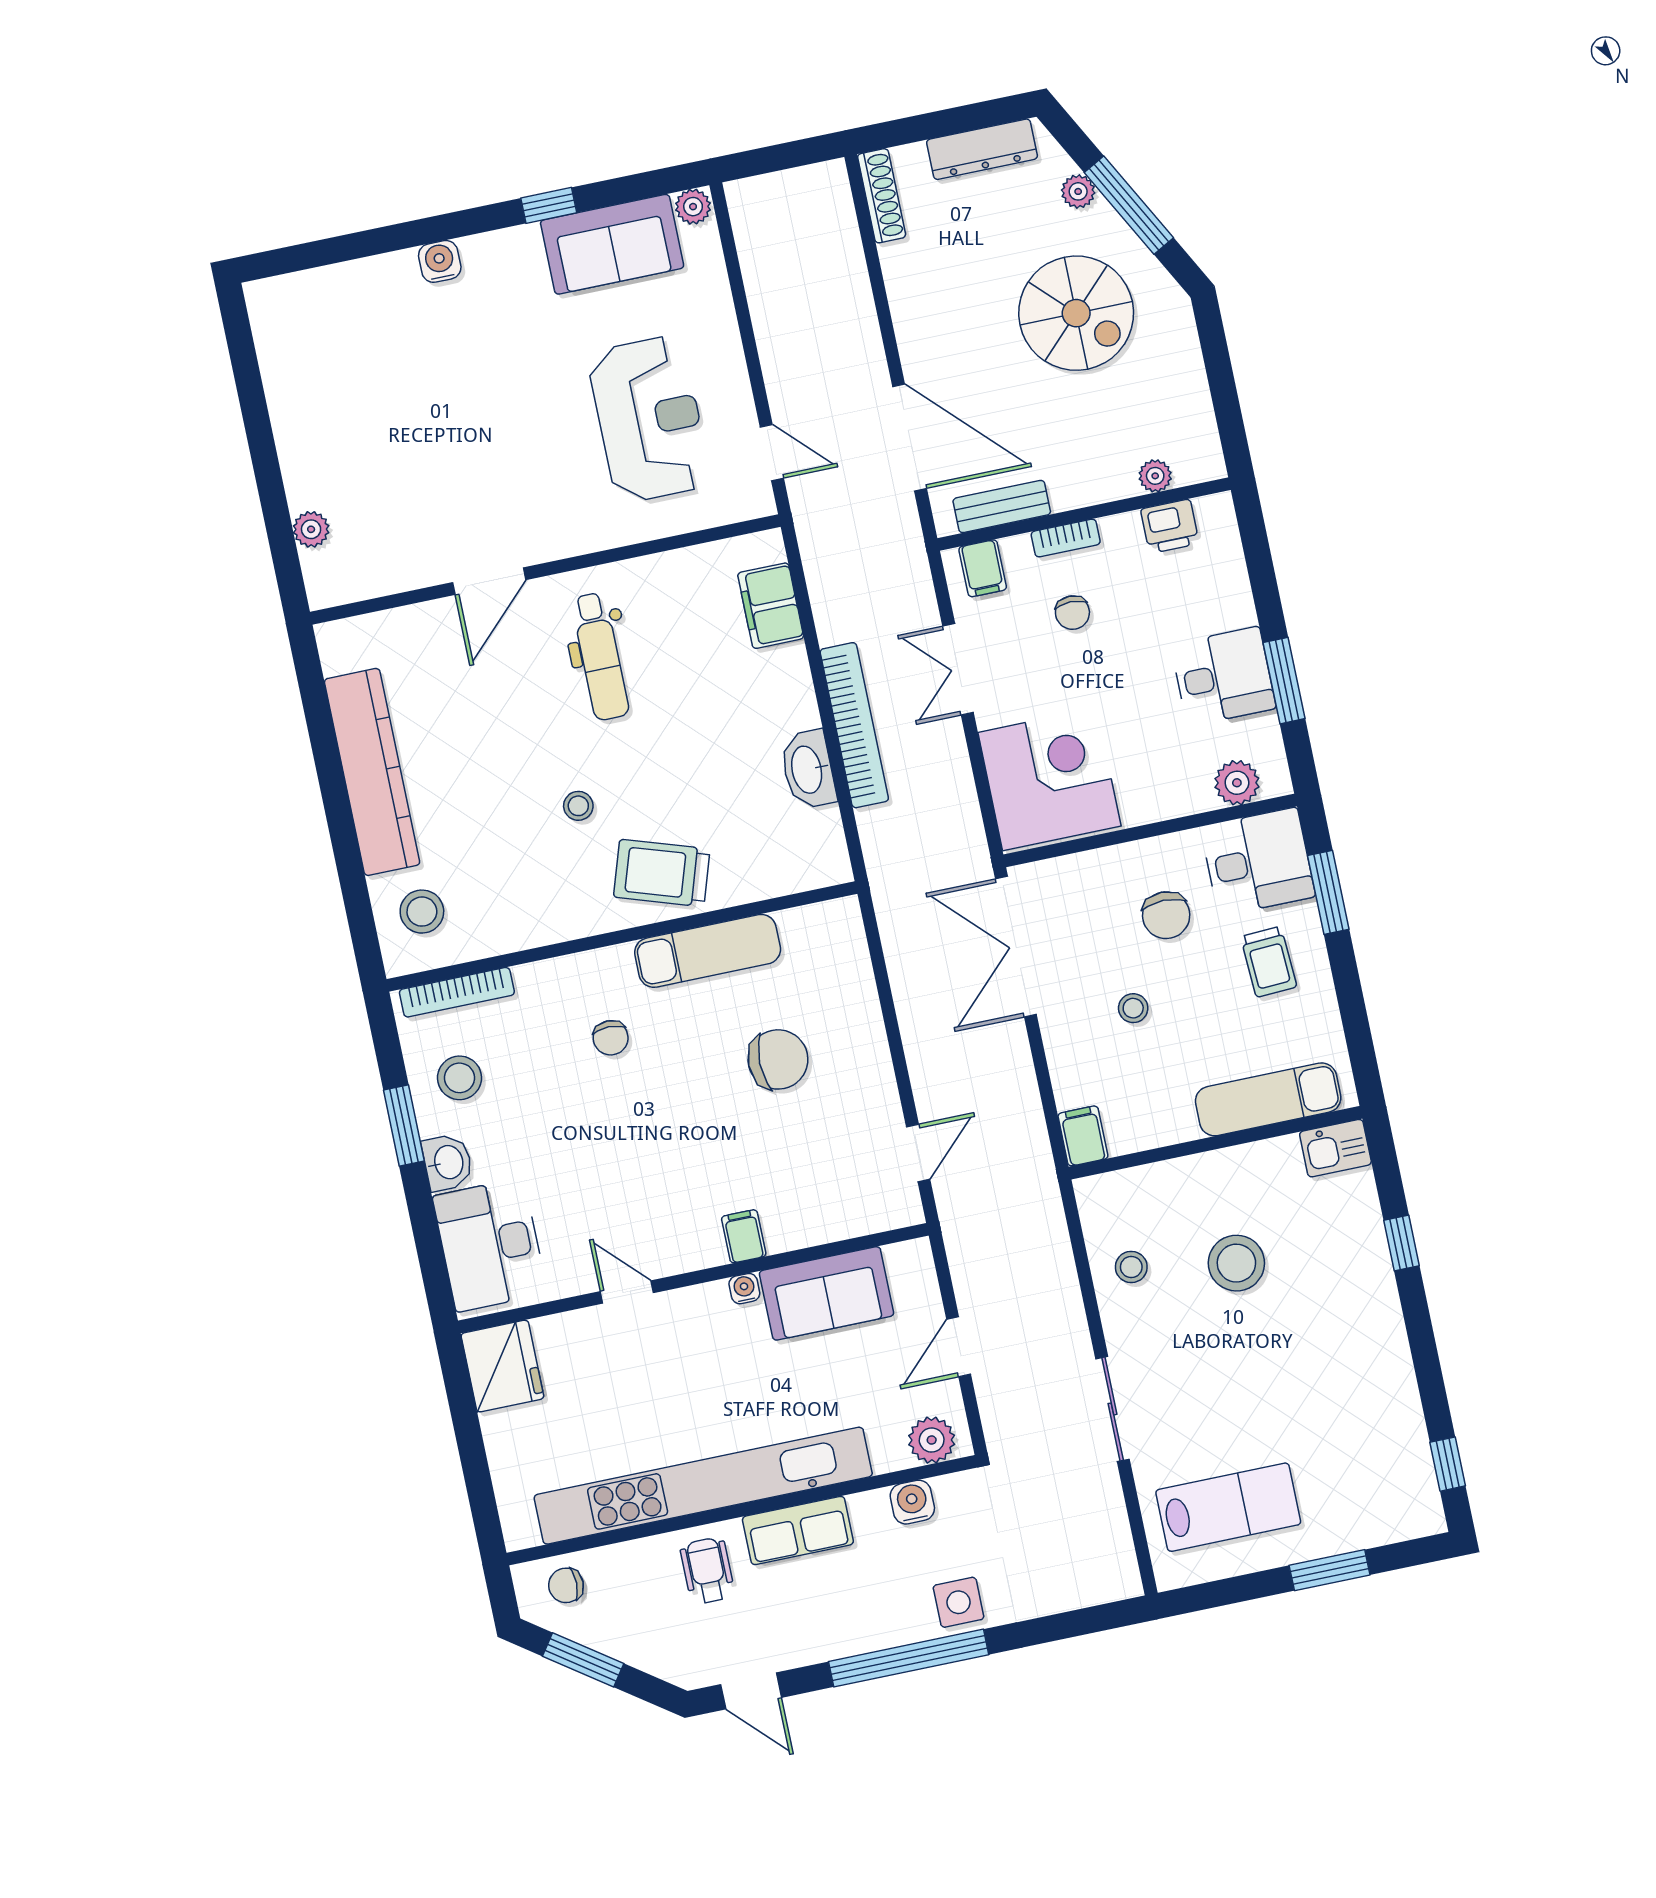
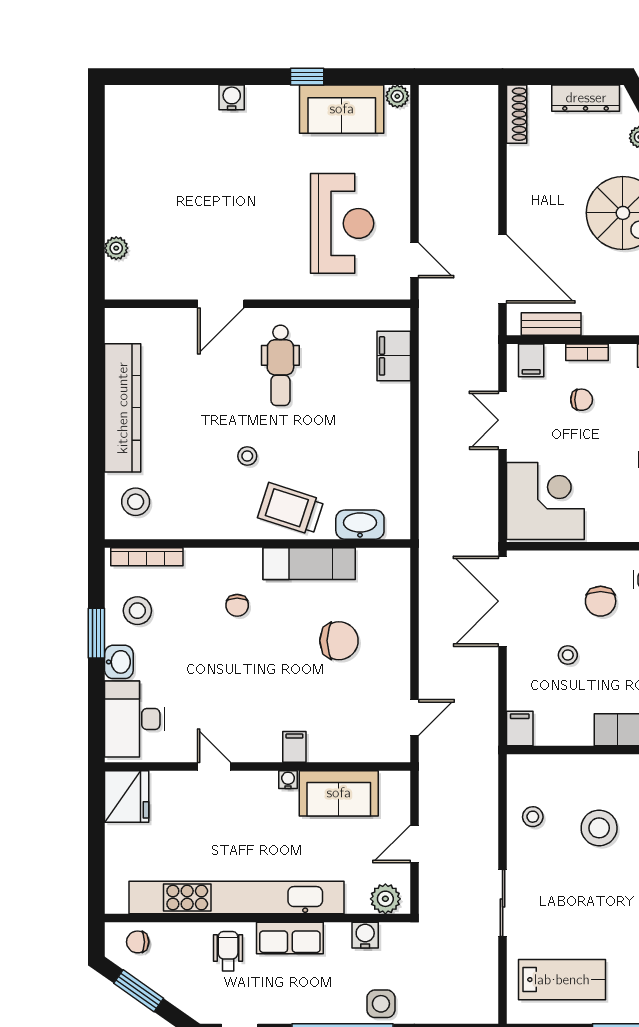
chair: (1072, 613) -> (582, 400), turned -90
bookcase: (854, 725) -> (430, 442), removed
washbasin: (808, 769) -> (360, 525), moved, turned 90

